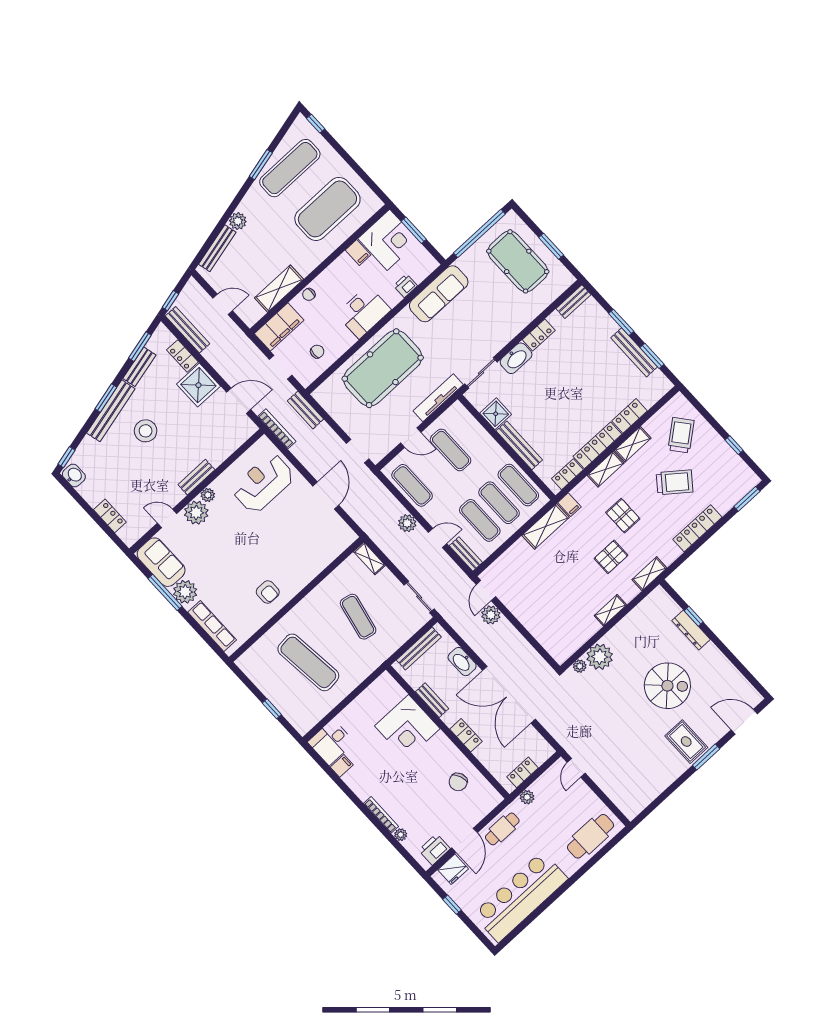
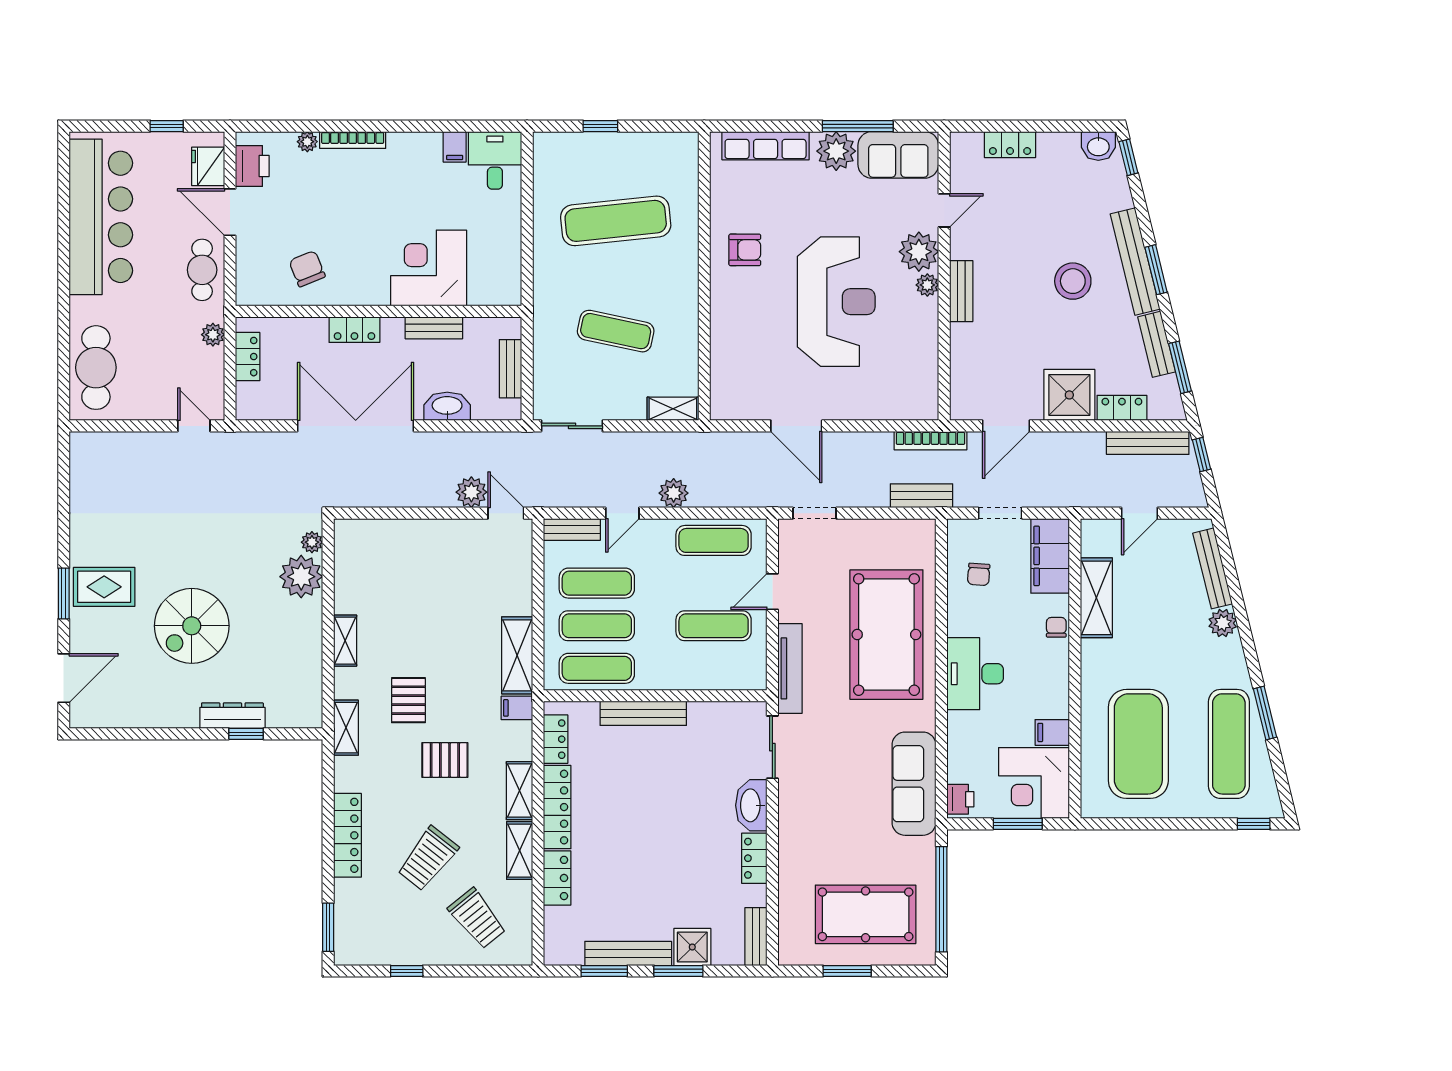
printer: (405, 286) -> (960, 799), moved
shower: (496, 414) -> (692, 947), moved
reception desk: (263, 483) -> (836, 302), moved, width x1.36, depth x1.30
armchair: (268, 592) -> (745, 250), turned 180
bench: (419, 649) -> (510, 369), width x0.73

